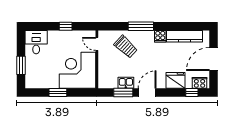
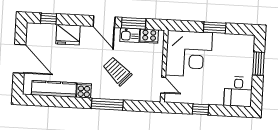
trolley: (126, 47) -> (117, 71), moved
door: (214, 59) -> (19, 59), hinge flipped
cooker: (200, 83) -> (149, 36), moved
door: (147, 92) -> (104, 22), hinge flipped

